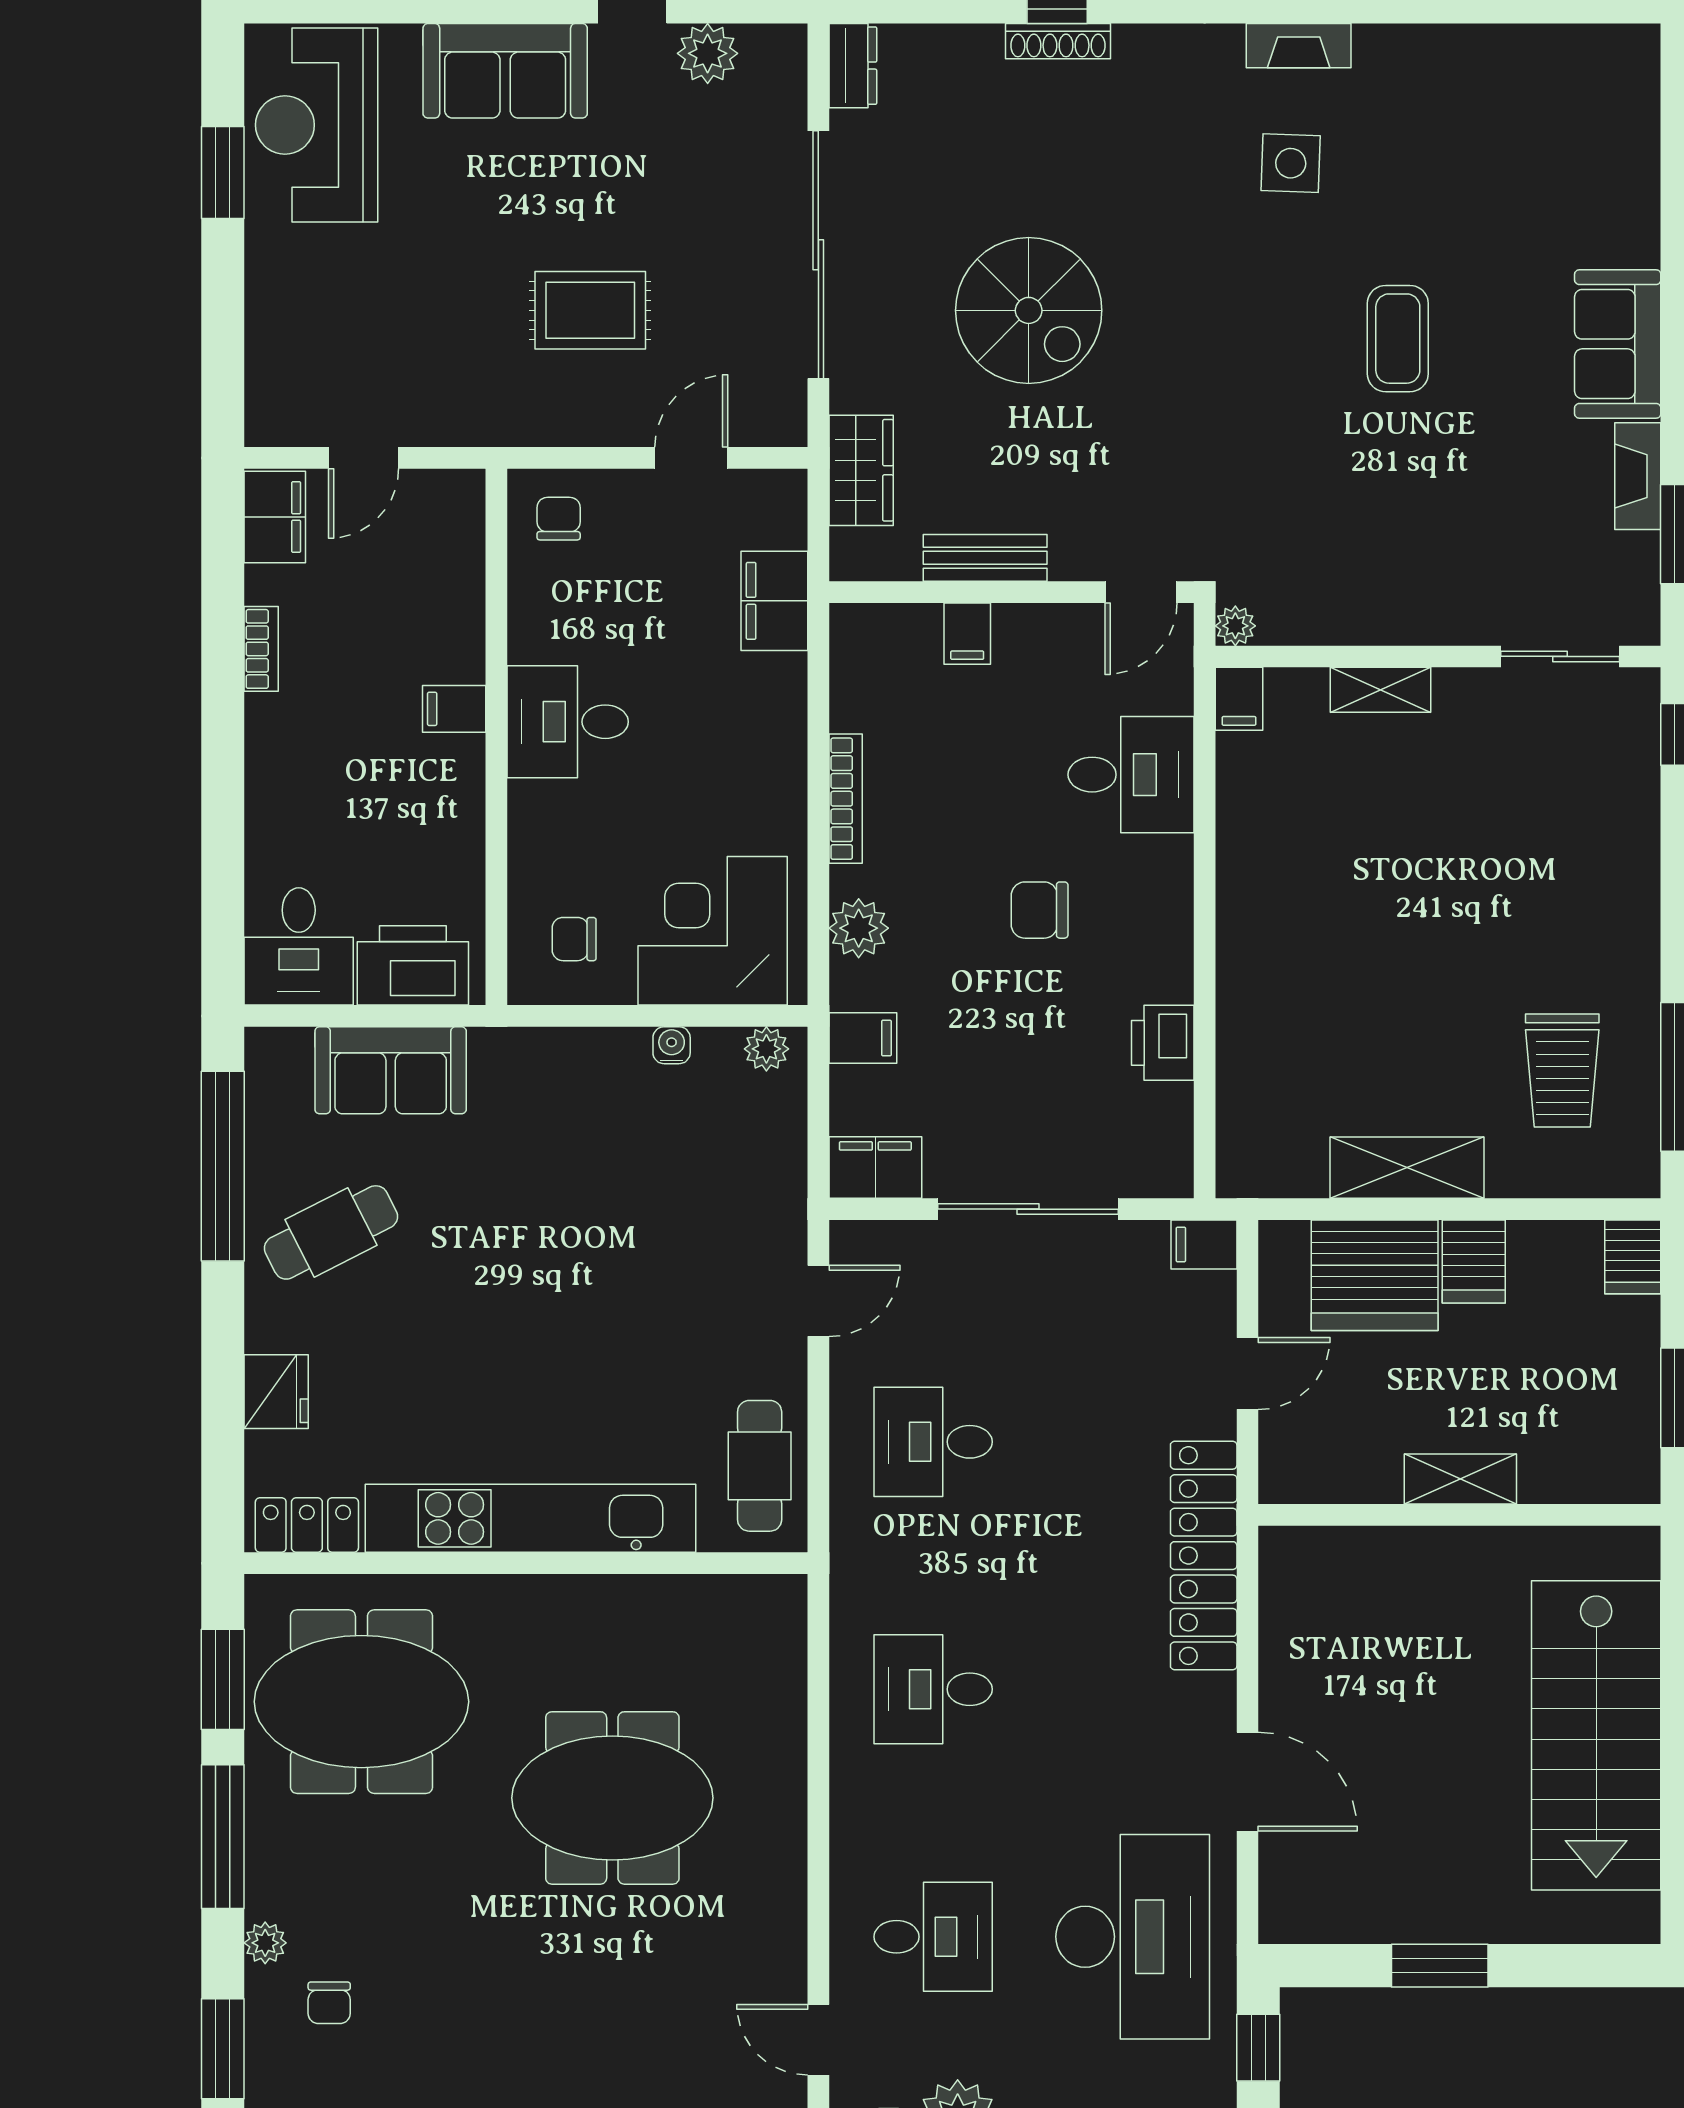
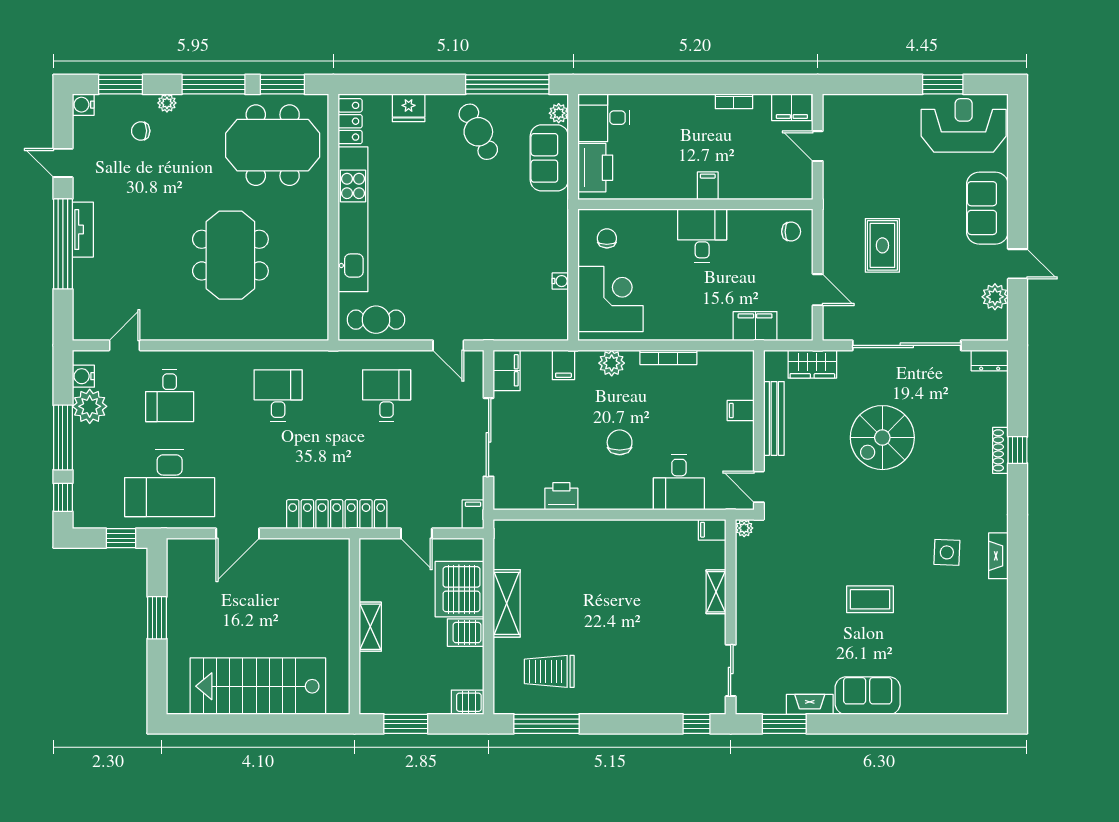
bench: (985, 558) -> (774, 418), width x1.36
plant: (766, 1049) -> (559, 113), moved
meeting table: (361, 1702) -> (273, 145), turned 90

